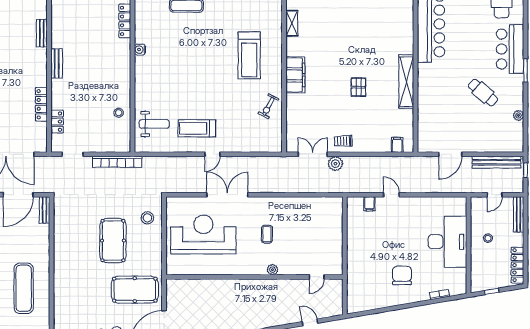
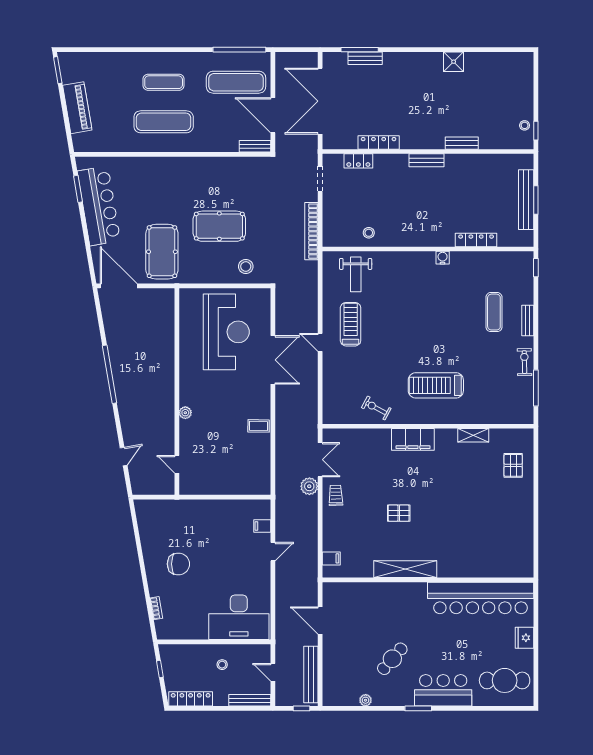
coffee table: (267, 234) -> (259, 426), moved
desk: (447, 242) -> (239, 617), moved

